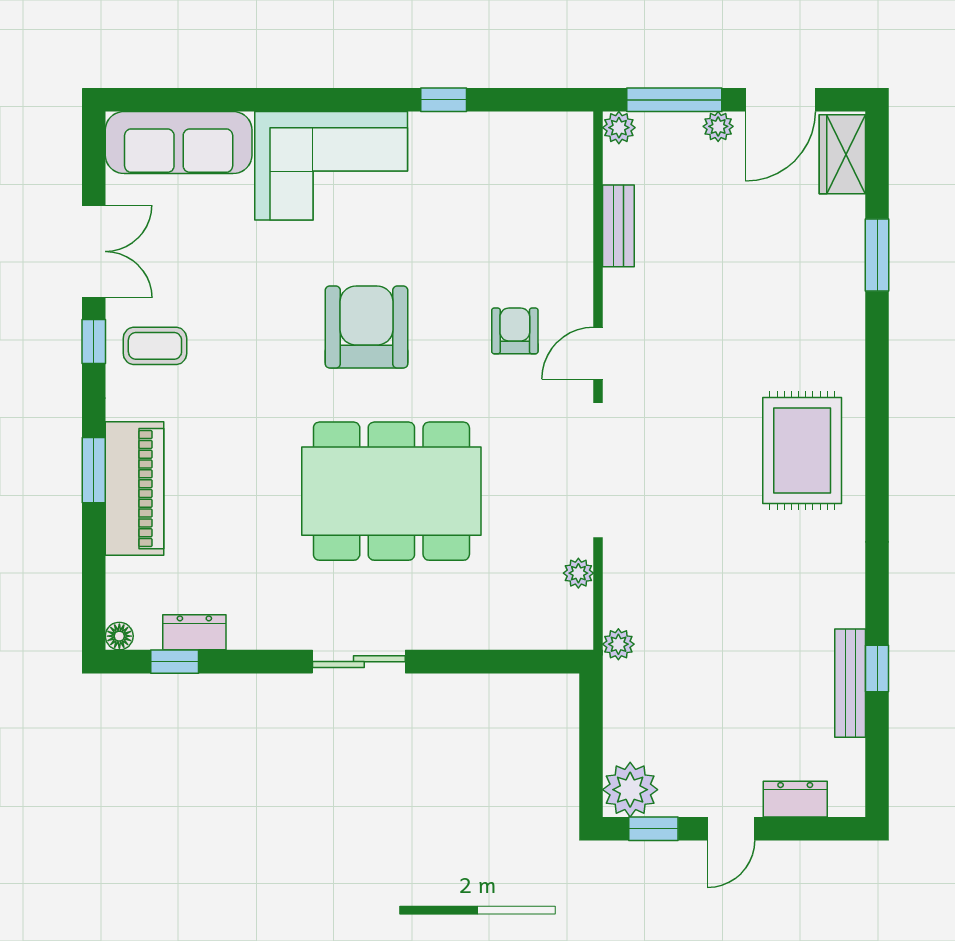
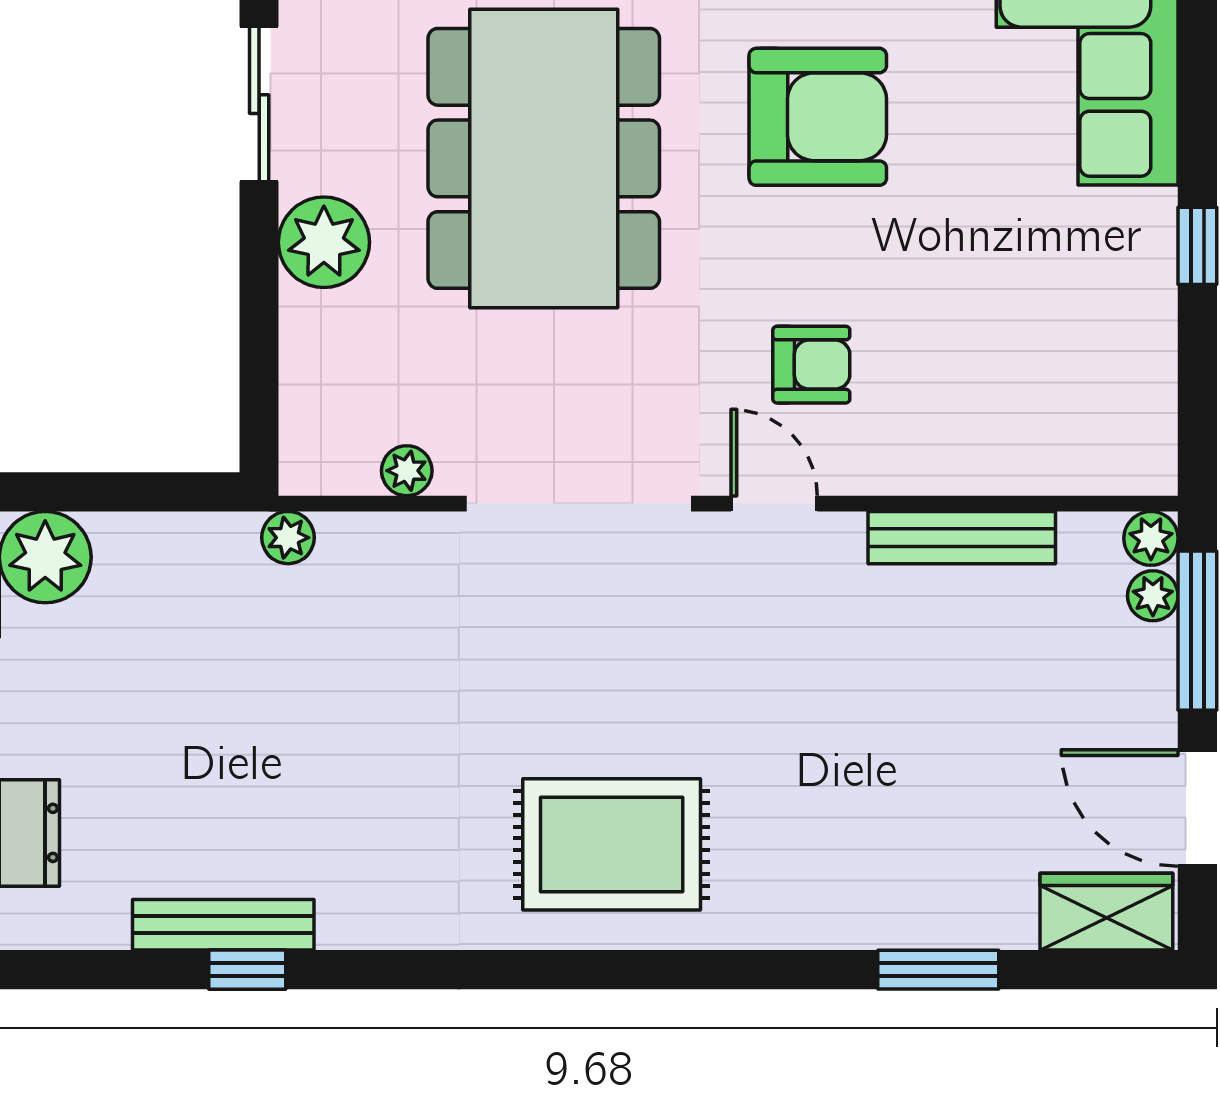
plant: (718, 126) -> (1153, 596), moved
bench: (618, 226) -> (962, 538), width x1.36
plant: (442, 623) -> (324, 242), added

